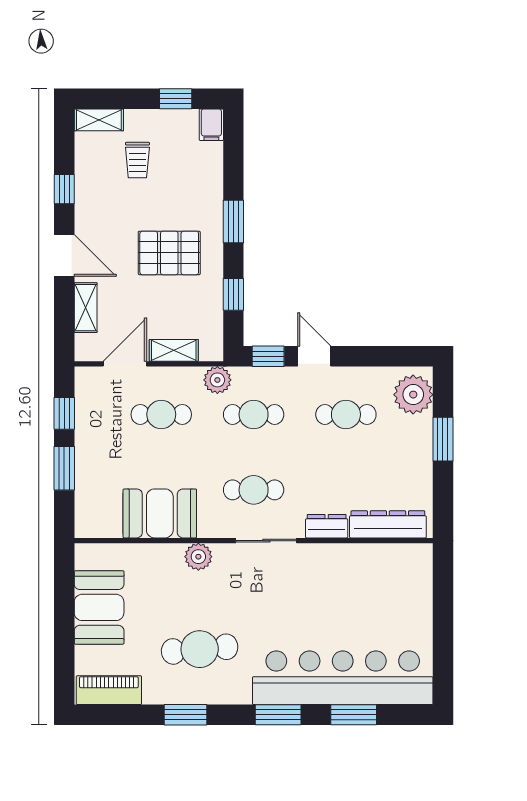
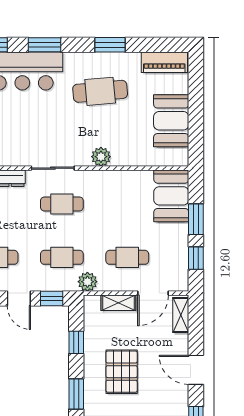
pallet: (169, 253) -> (122, 372), turned 90
shelving: (86, 308) -> (181, 315), moved
booth: (160, 513) -> (171, 196), moved, turned 90

